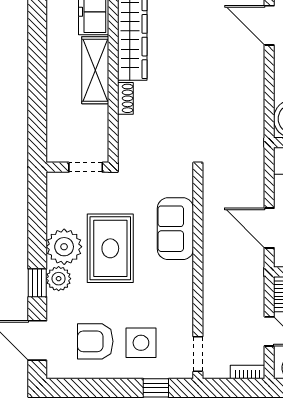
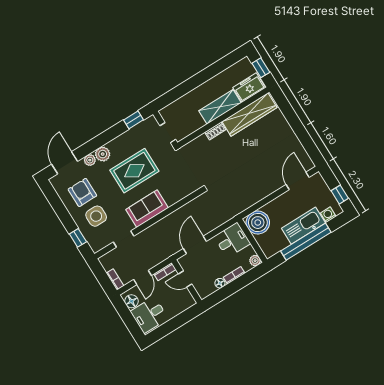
sofa: (175, 229) -> (147, 209), moved
plant: (64, 247) -> (90, 160), moved, width x0.53, depth x0.53
window: (37, 283) -> (134, 120), moved
doorway: (198, 354) -> (124, 239), moved

